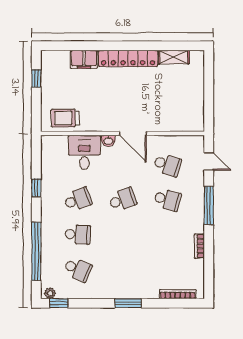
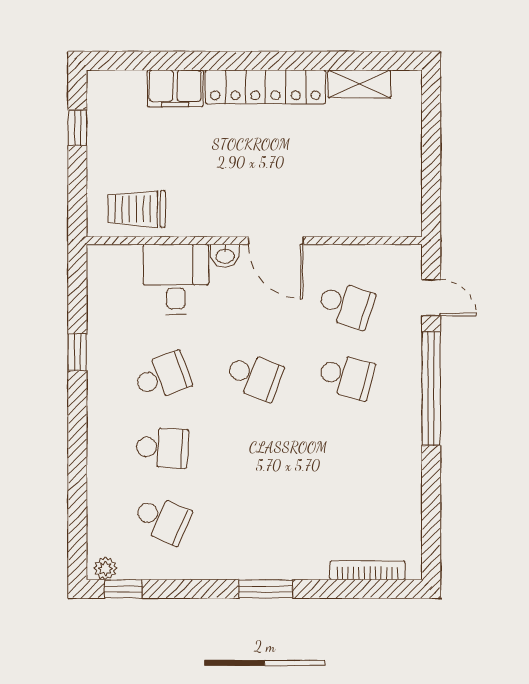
school desk: (123, 200) -> (254, 376), turned 42
window: (209, 206) -> (431, 388), width x1.46
bookcase: (199, 246) -> (412, 472), removed
window: (36, 251) -> (77, 483), removed

